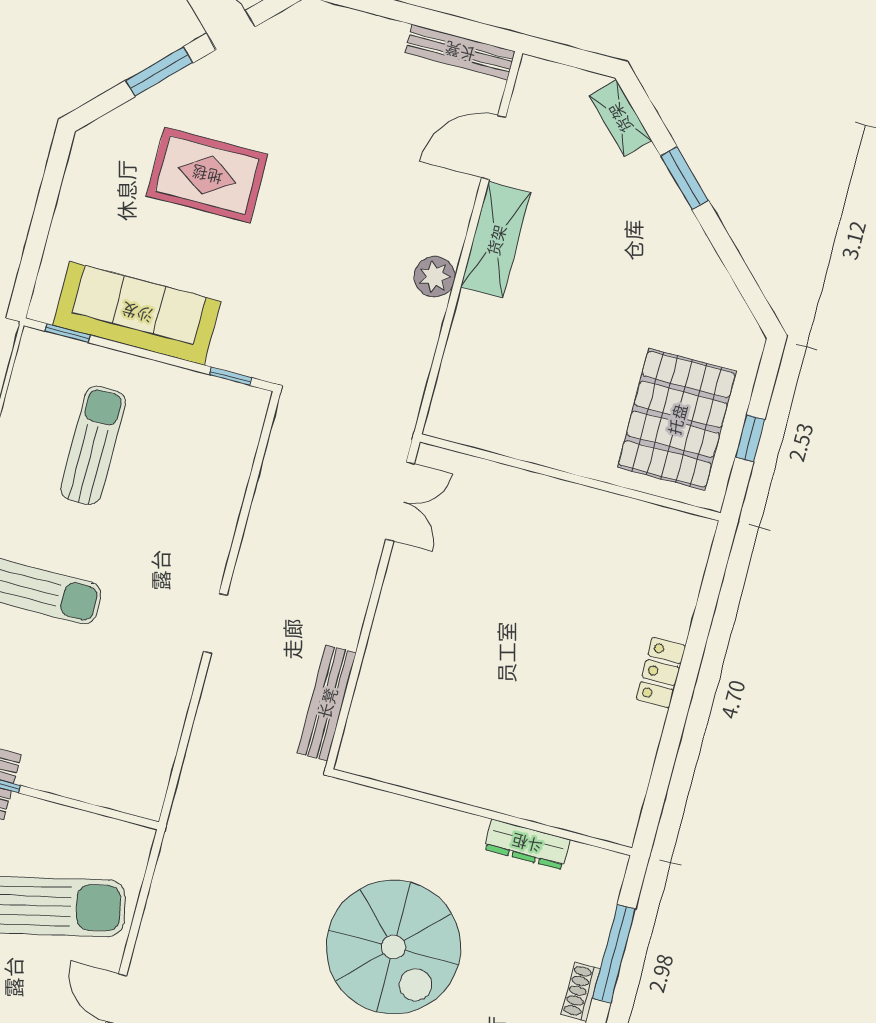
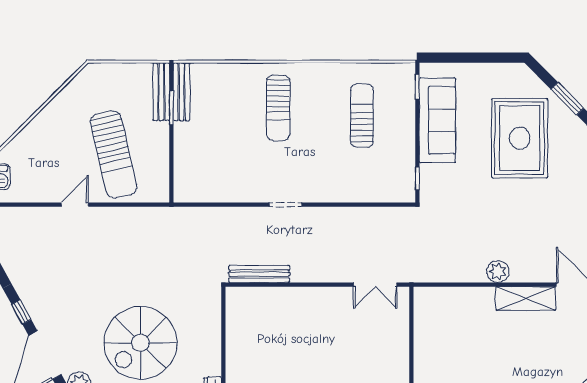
rug: (207, 175) -> (520, 138), width x1.37, depth x1.44
sun lounger: (93, 445) -> (362, 116), turned -90

